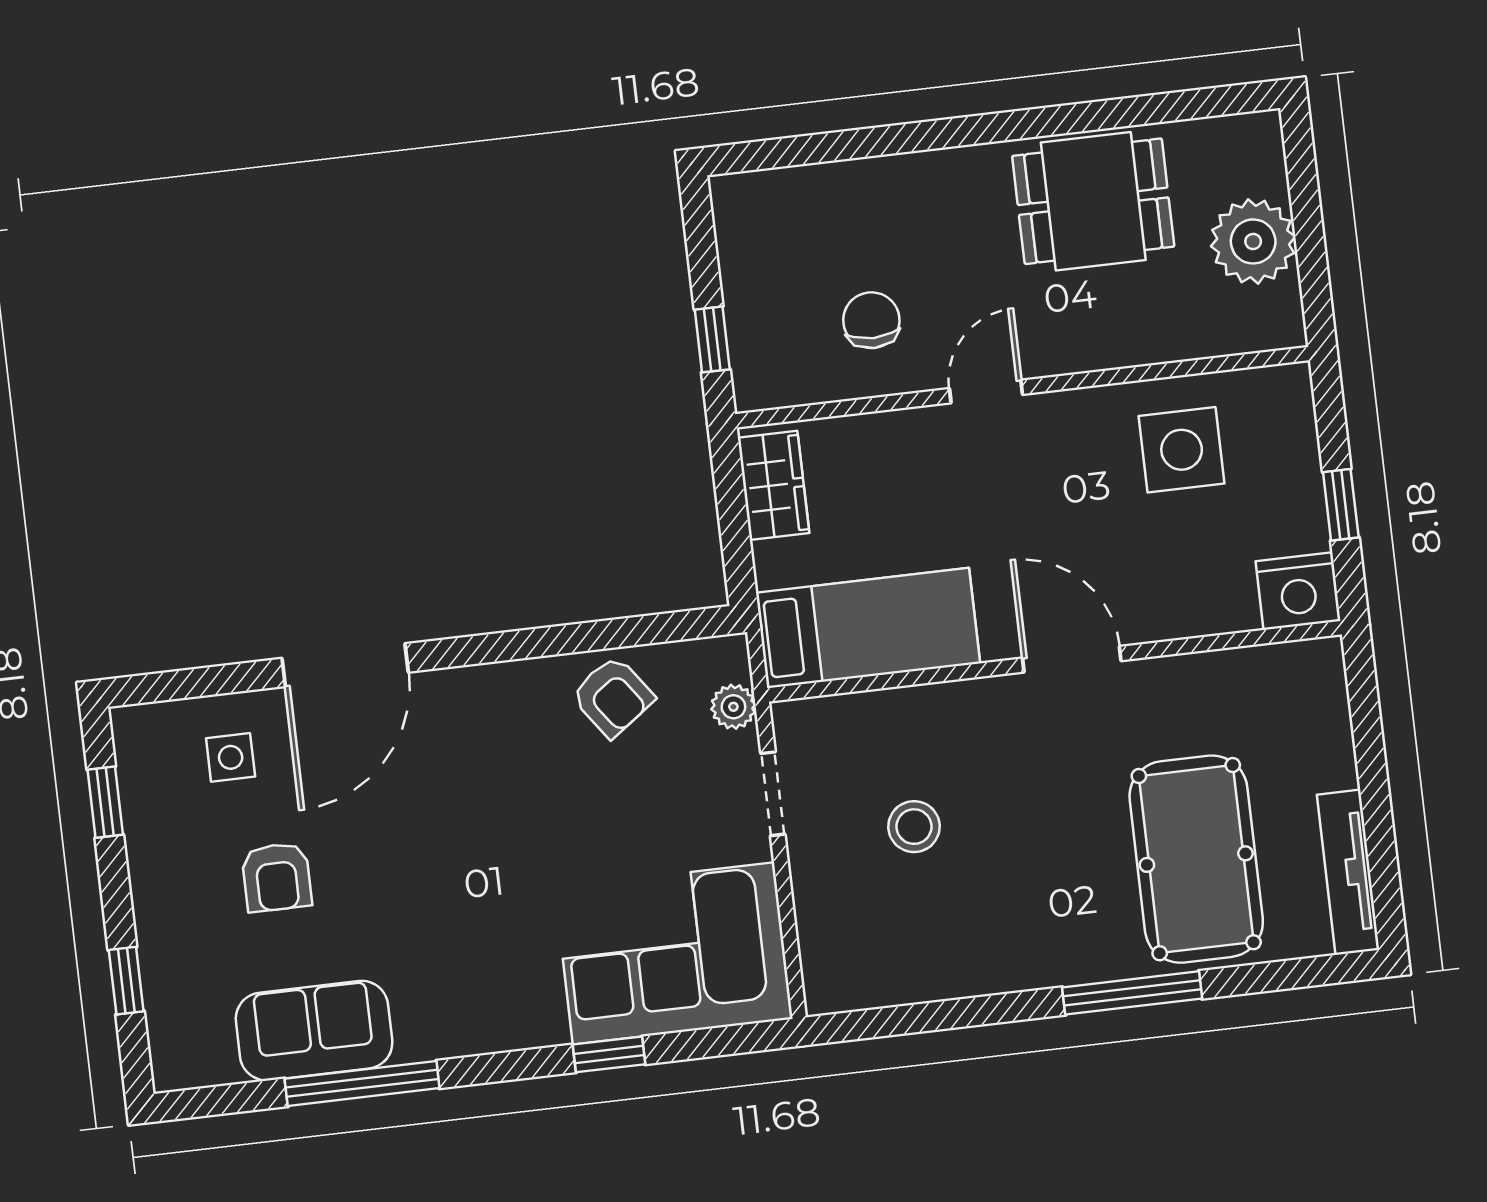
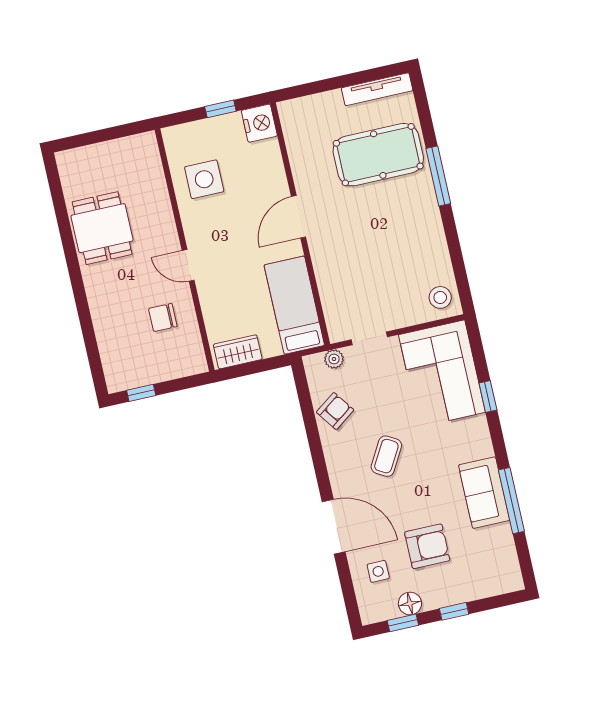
plant: (1253, 241) -> (112, 158), removed
window: (712, 339) -> (141, 393), moved
coffee table: (496, 805) -> (386, 456), added
floor lamp: (149, 823) -> (410, 603), added
stool: (914, 827) -> (440, 297), moved
armchair: (277, 877) -> (427, 546), width x1.38, depth x1.38
window: (126, 981) -> (454, 611), moved
sofa: (314, 1031) -> (484, 493), moved

